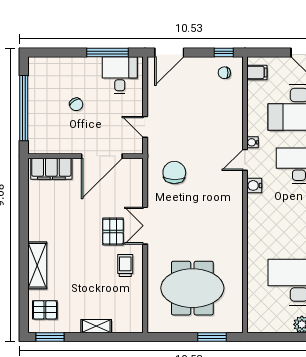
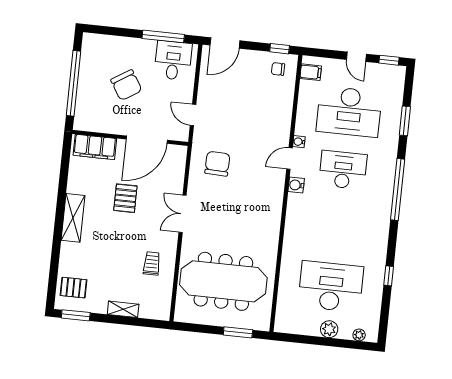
chair: (76, 104) -> (126, 85), width x1.87, depth x1.87
pallet: (113, 232) -> (125, 198), moved
shelving: (37, 265) -> (73, 218), moved
trolley: (125, 265) -> (152, 263), moved
meeting table: (192, 288) -> (223, 281), width x1.36

